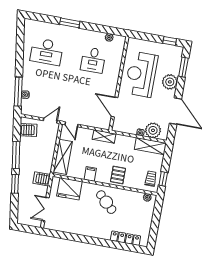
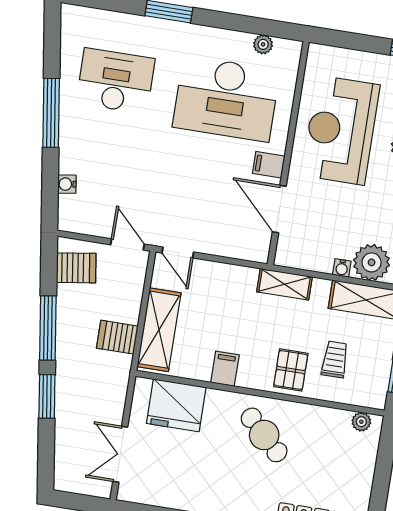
desk: (47, 52) -> (115, 81), turned 180
desk: (93, 60) -> (226, 99), width x1.87, depth x1.30
filing cabinet: (111, 88) -> (269, 165), added
window: (18, 92) -> (51, 113), moved
door: (50, 121) -> (127, 244), hinge flipped
shelving: (104, 137) -> (285, 284), moved
server rack: (42, 179) -> (117, 337), moved
trolley: (151, 179) -> (335, 359), moved

